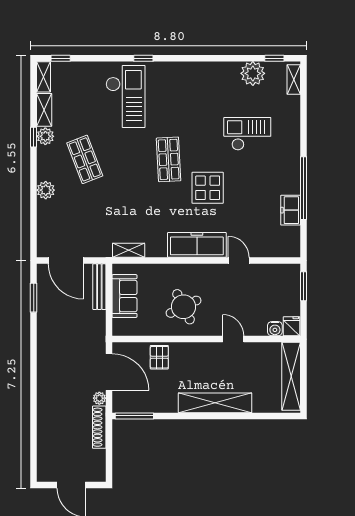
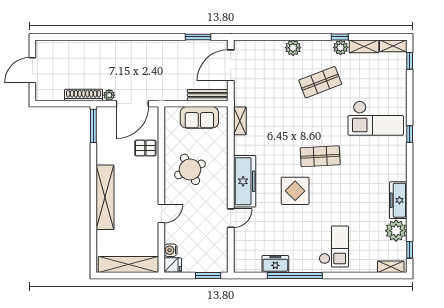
freezer: (218, 71) -> (398, 200), added
checkout: (247, 134) -> (334, 247), moved

